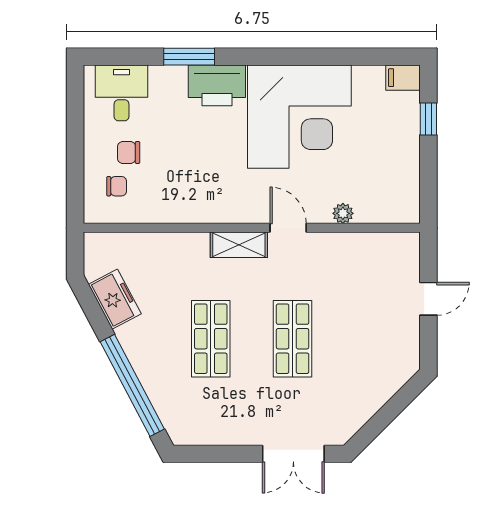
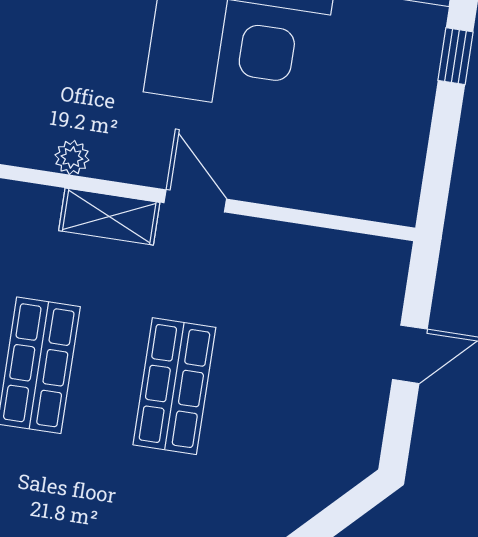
plant: (343, 213) -> (72, 157), moved

